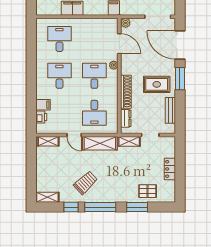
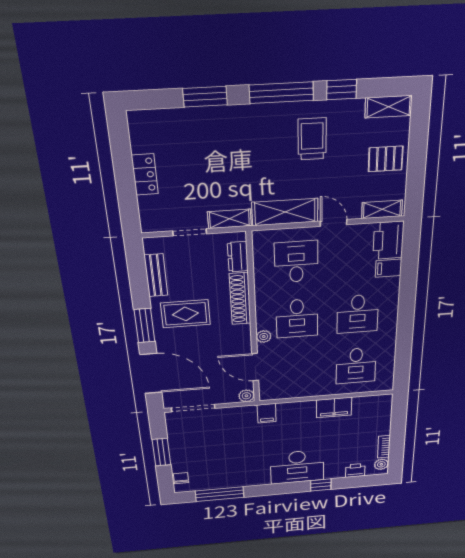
printer: (41, 117) -> (388, 240), width x1.87, depth x1.48
trolley: (85, 183) -> (312, 139), turned 133
pallet: (148, 191) -> (386, 159), moved

